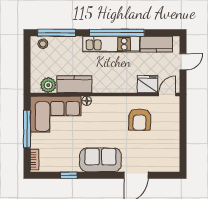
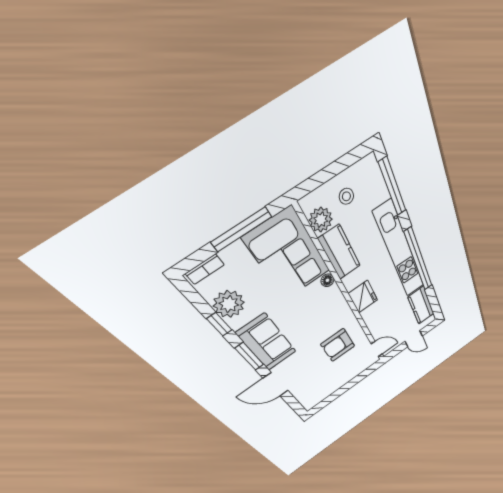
stool: (43, 44) -> (346, 196), moved
kitchen unit: (111, 44) -> (400, 251), width x1.36
fridge: (147, 84) -> (363, 297), moved
plant: (61, 162) -> (229, 304), added
window: (102, 175) -> (250, 356), added

